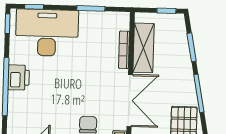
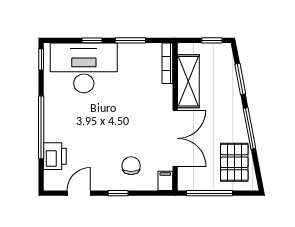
window: (34, 7) -> (92, 40), moved
bookcase: (124, 50) -> (167, 63), moved
printer: (19, 78) -> (55, 156), moved

